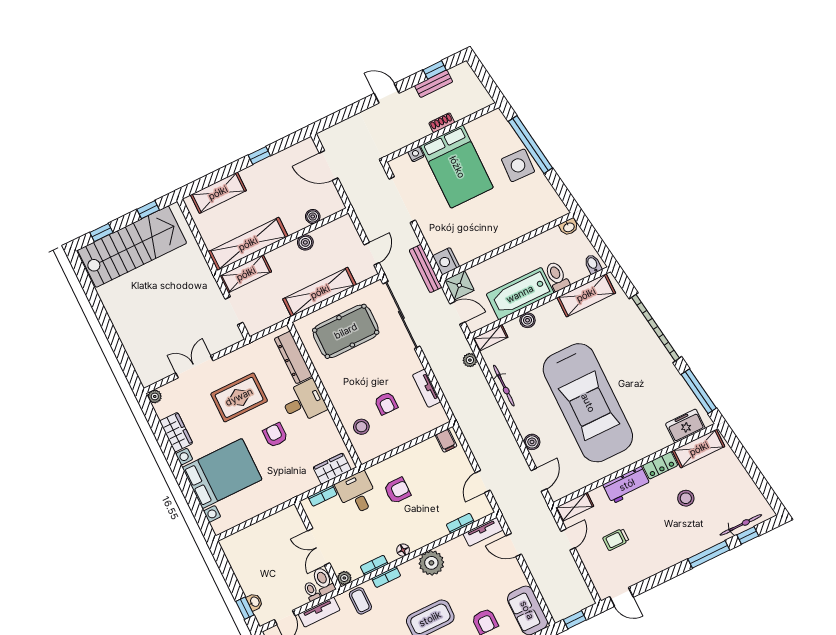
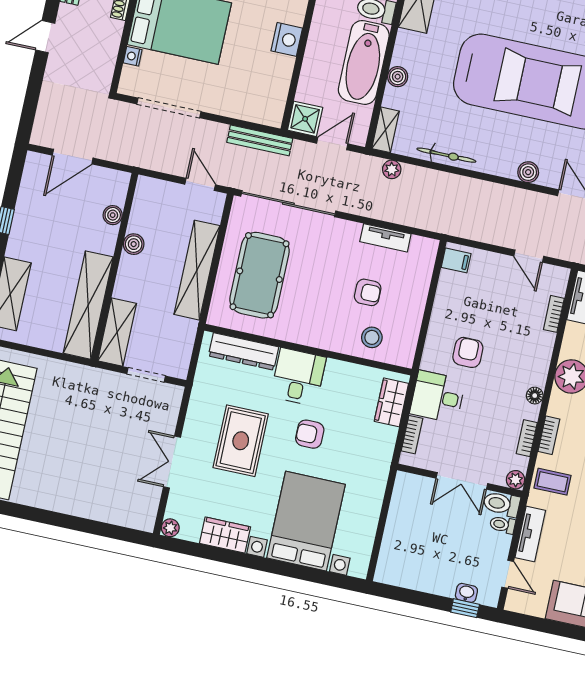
nightstand: (446, 261) -> (287, 39), moved, turned -90

